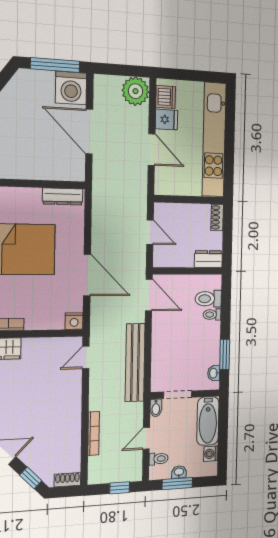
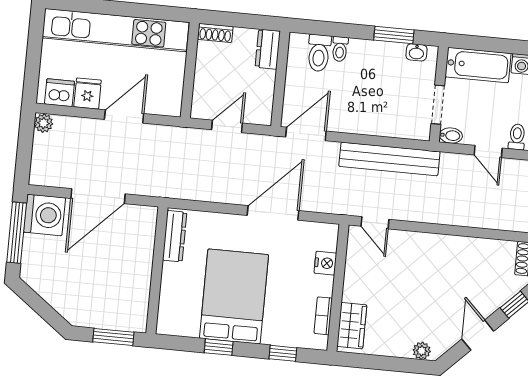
plant: (135, 91) -> (44, 123), width x0.53, depth x0.53
nightstand: (74, 321) -> (325, 263), moved
bookcase: (94, 433) -> (472, 220), removed

